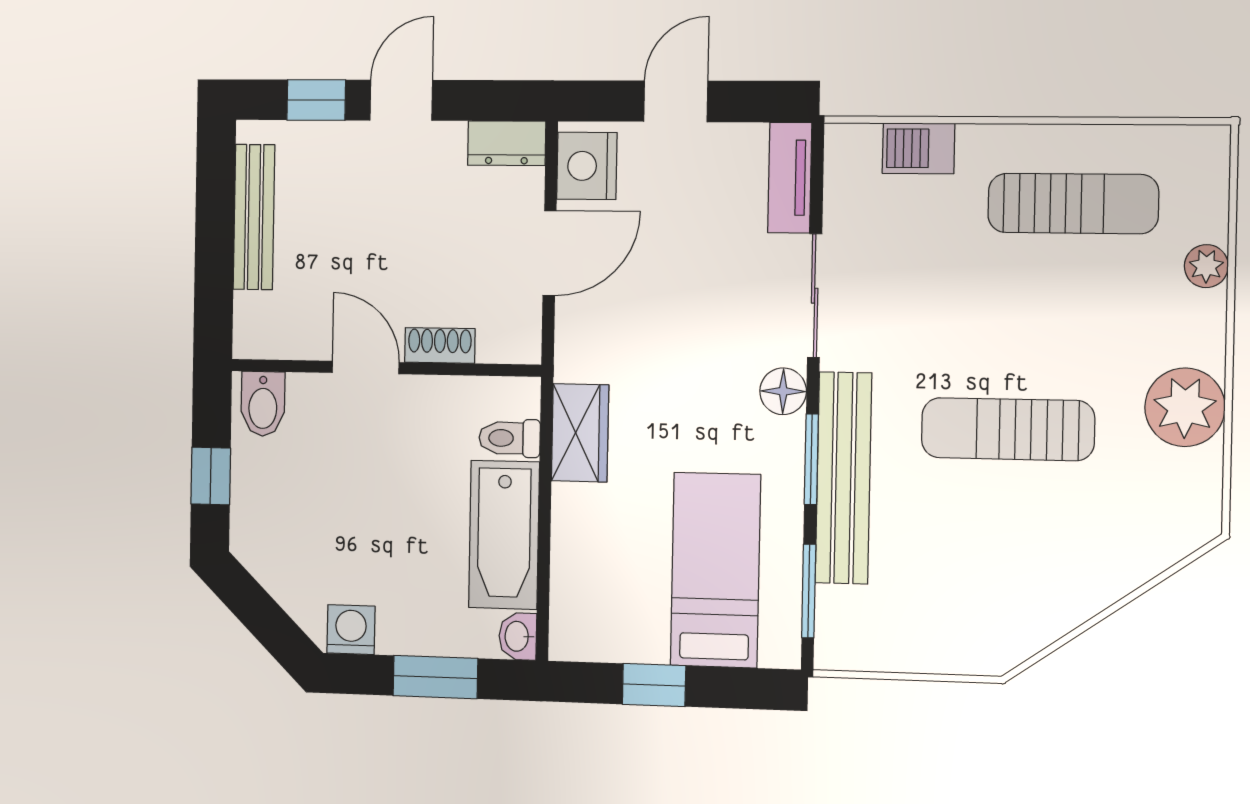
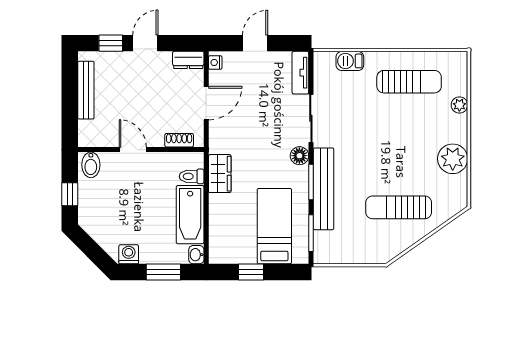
nightstand: (587, 166) -> (215, 62), width x0.53, depth x0.56
shoe rack: (440, 345) -> (179, 140), moved
sun lounger: (1008, 429) -> (399, 207), moved

